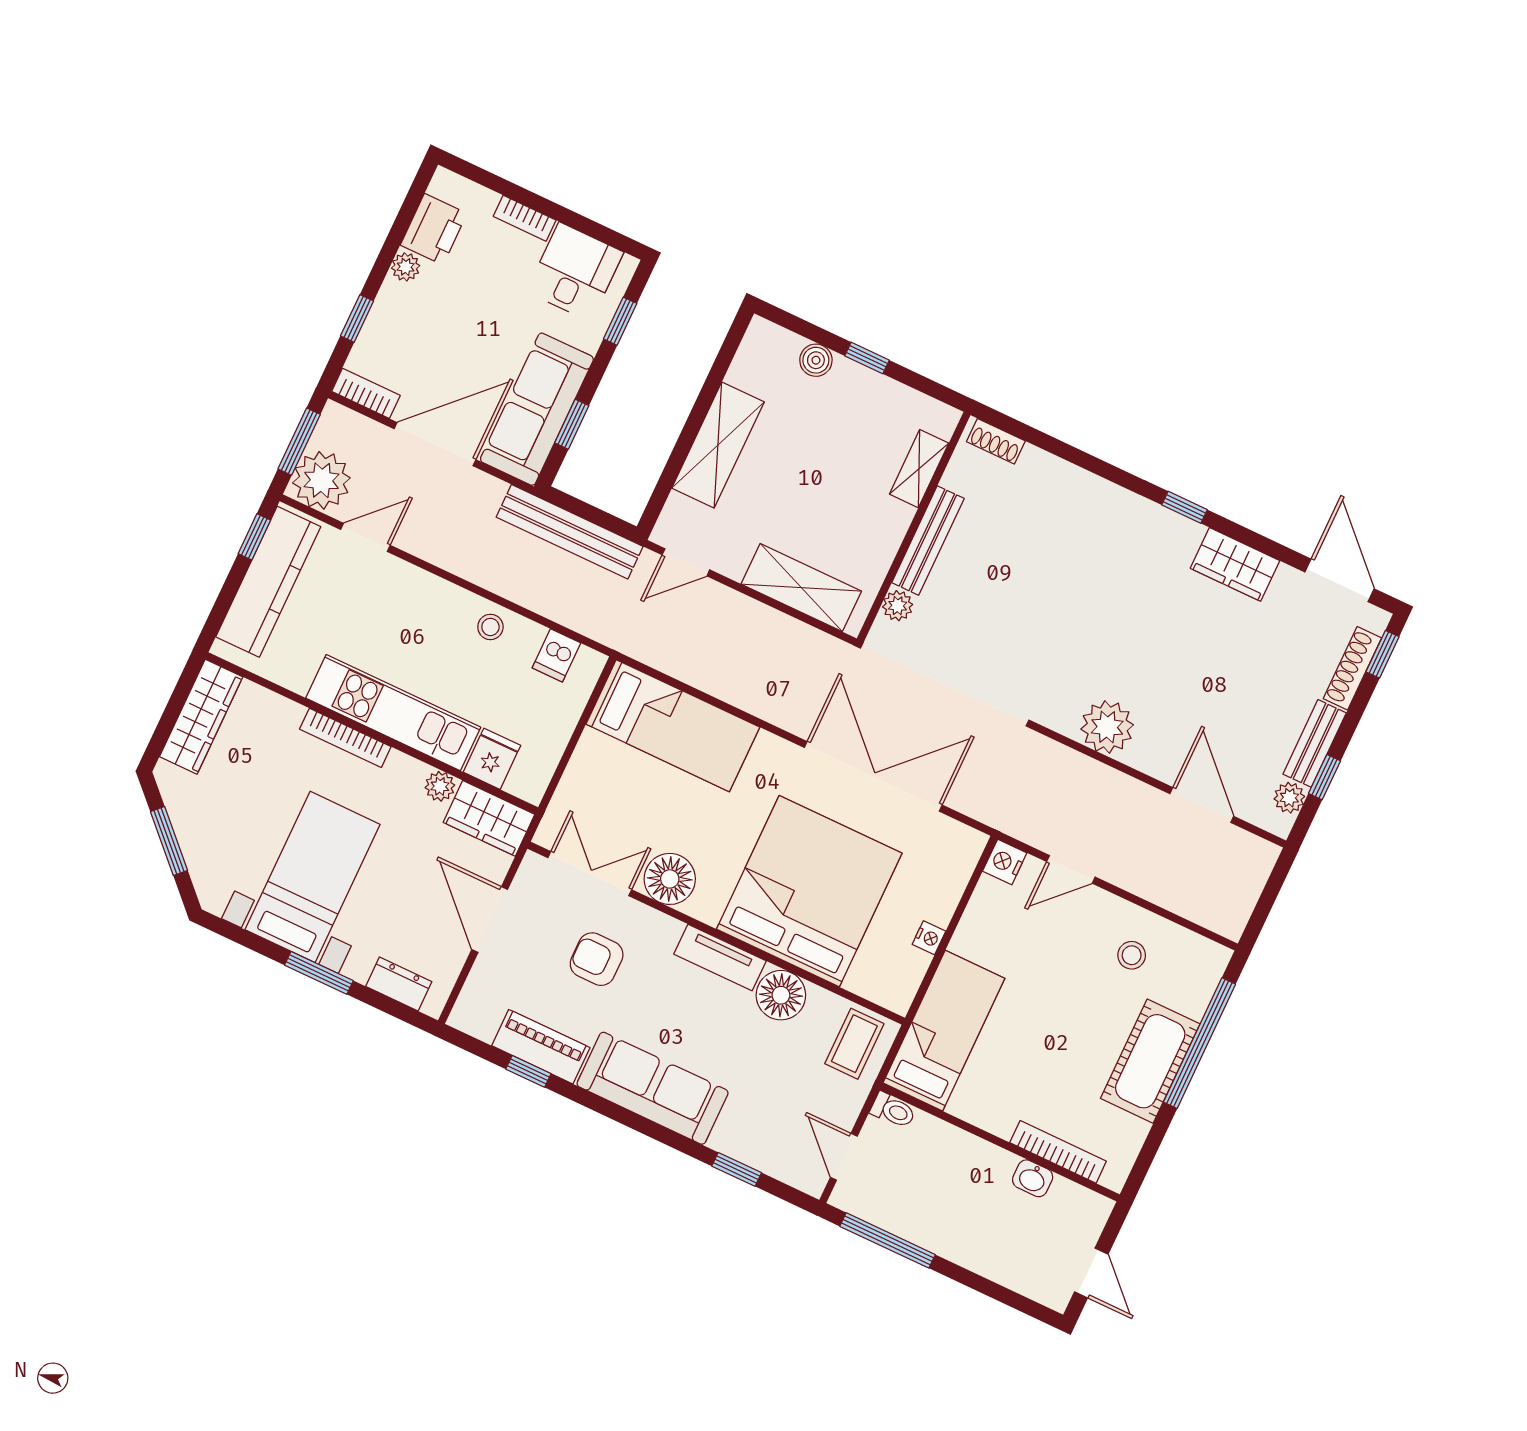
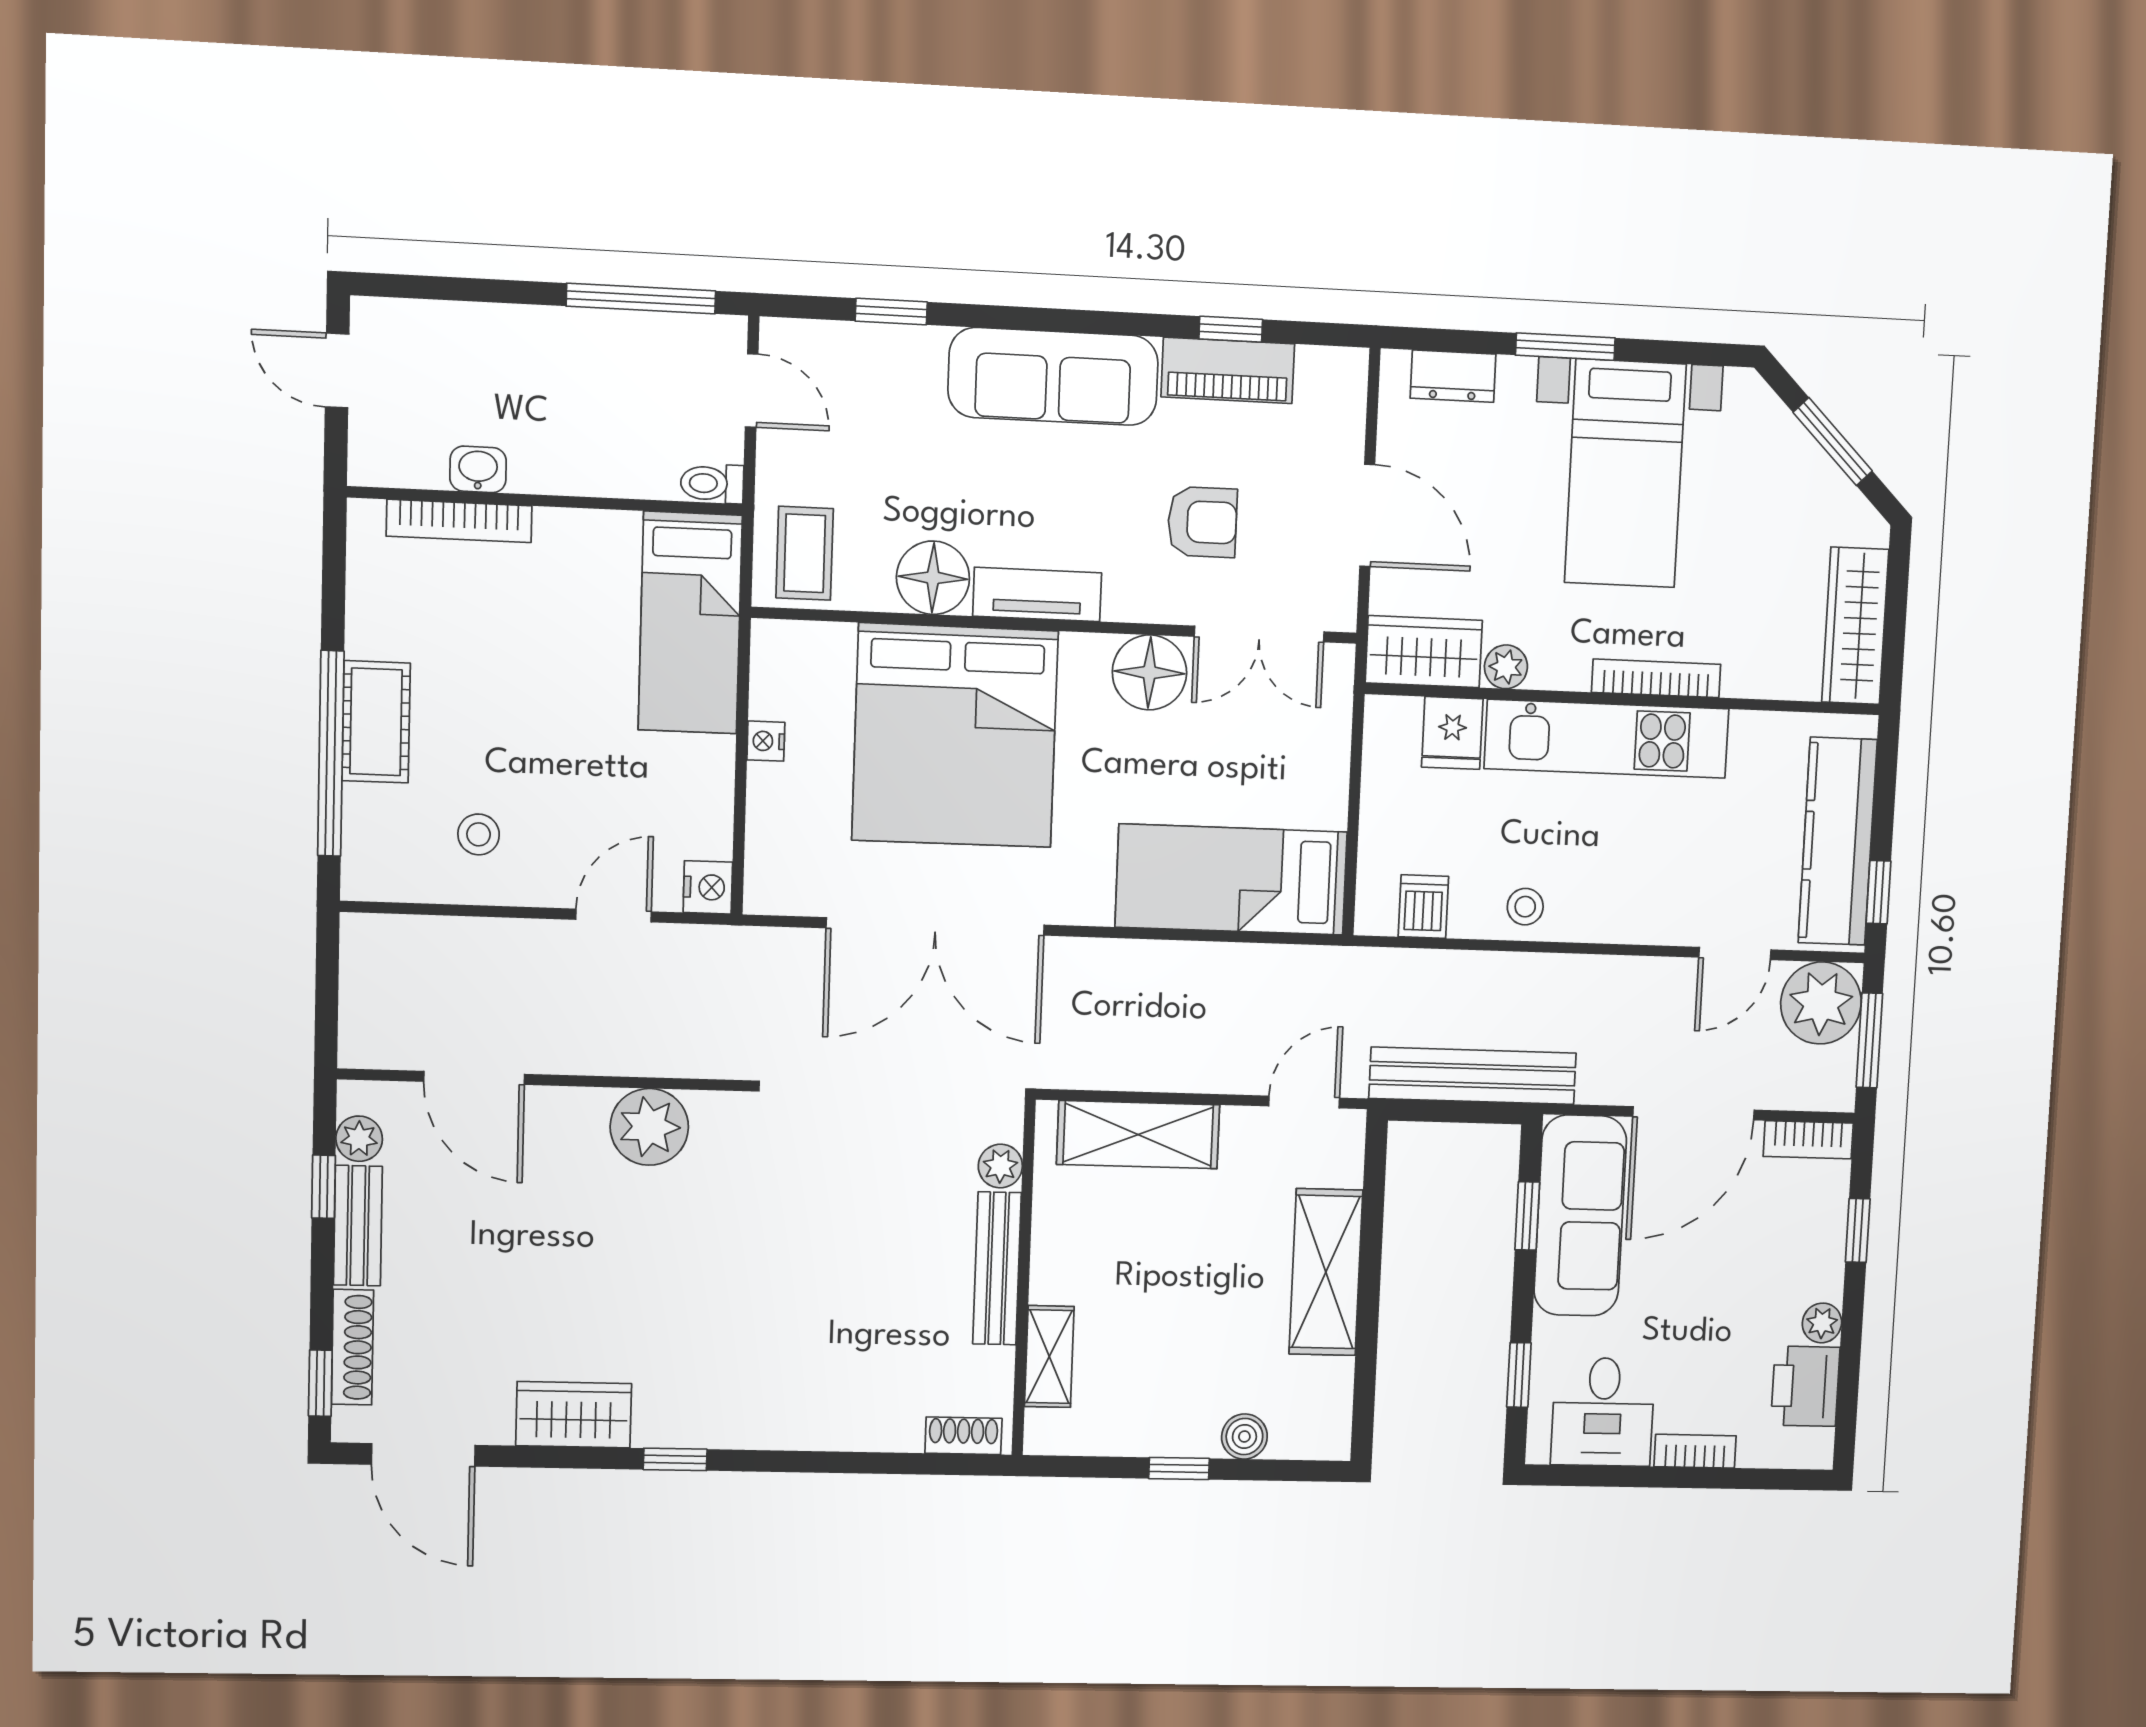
cot: (1150, 1061) -> (376, 722), width x0.73, depth x0.75

